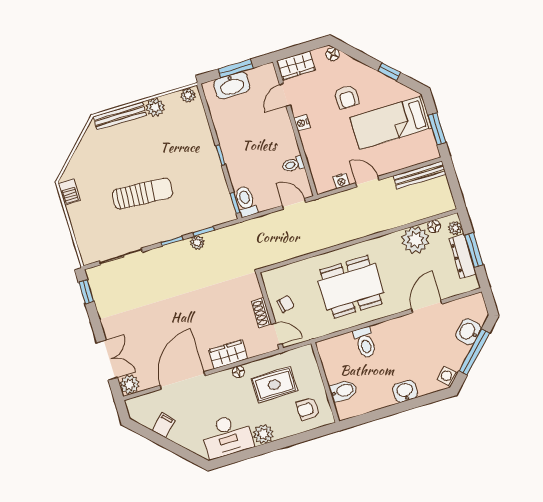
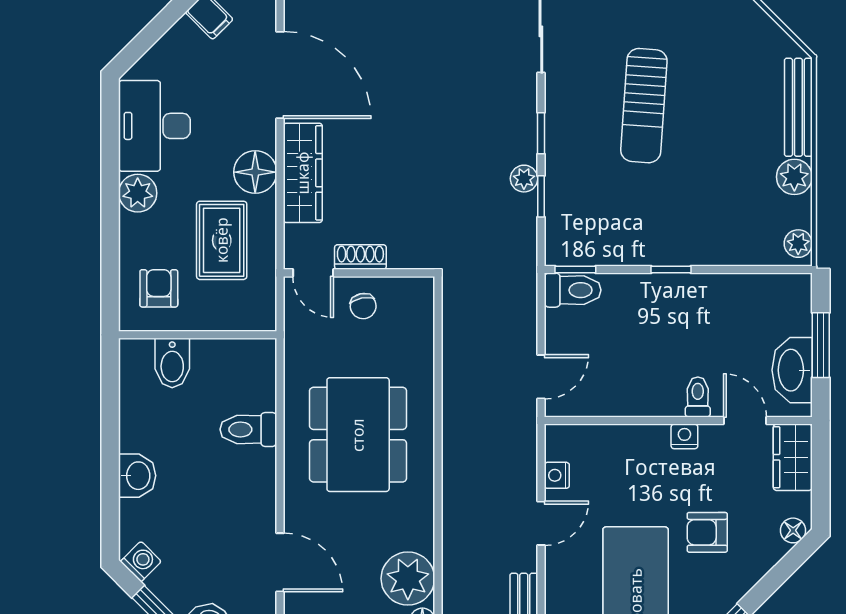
washbasin: (232, 85) -> (792, 370), moved
toilet: (293, 164) -> (698, 397), moved
door: (277, 334) -> (313, 273), hinge flipped
wardrobe: (228, 354) -> (303, 173), width x1.50
floor lamp: (238, 372) -> (255, 172), width x1.89, depth x1.89

